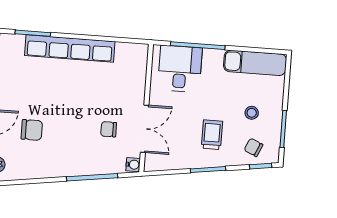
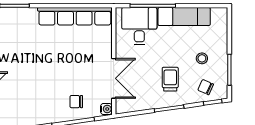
row of seats: (70, 49) -> (75, 16), moved
exam couch: (255, 63) -> (184, 17), moved
chair: (109, 129) -> (76, 102), moved
chair: (32, 130) -> (20, 86), removed

